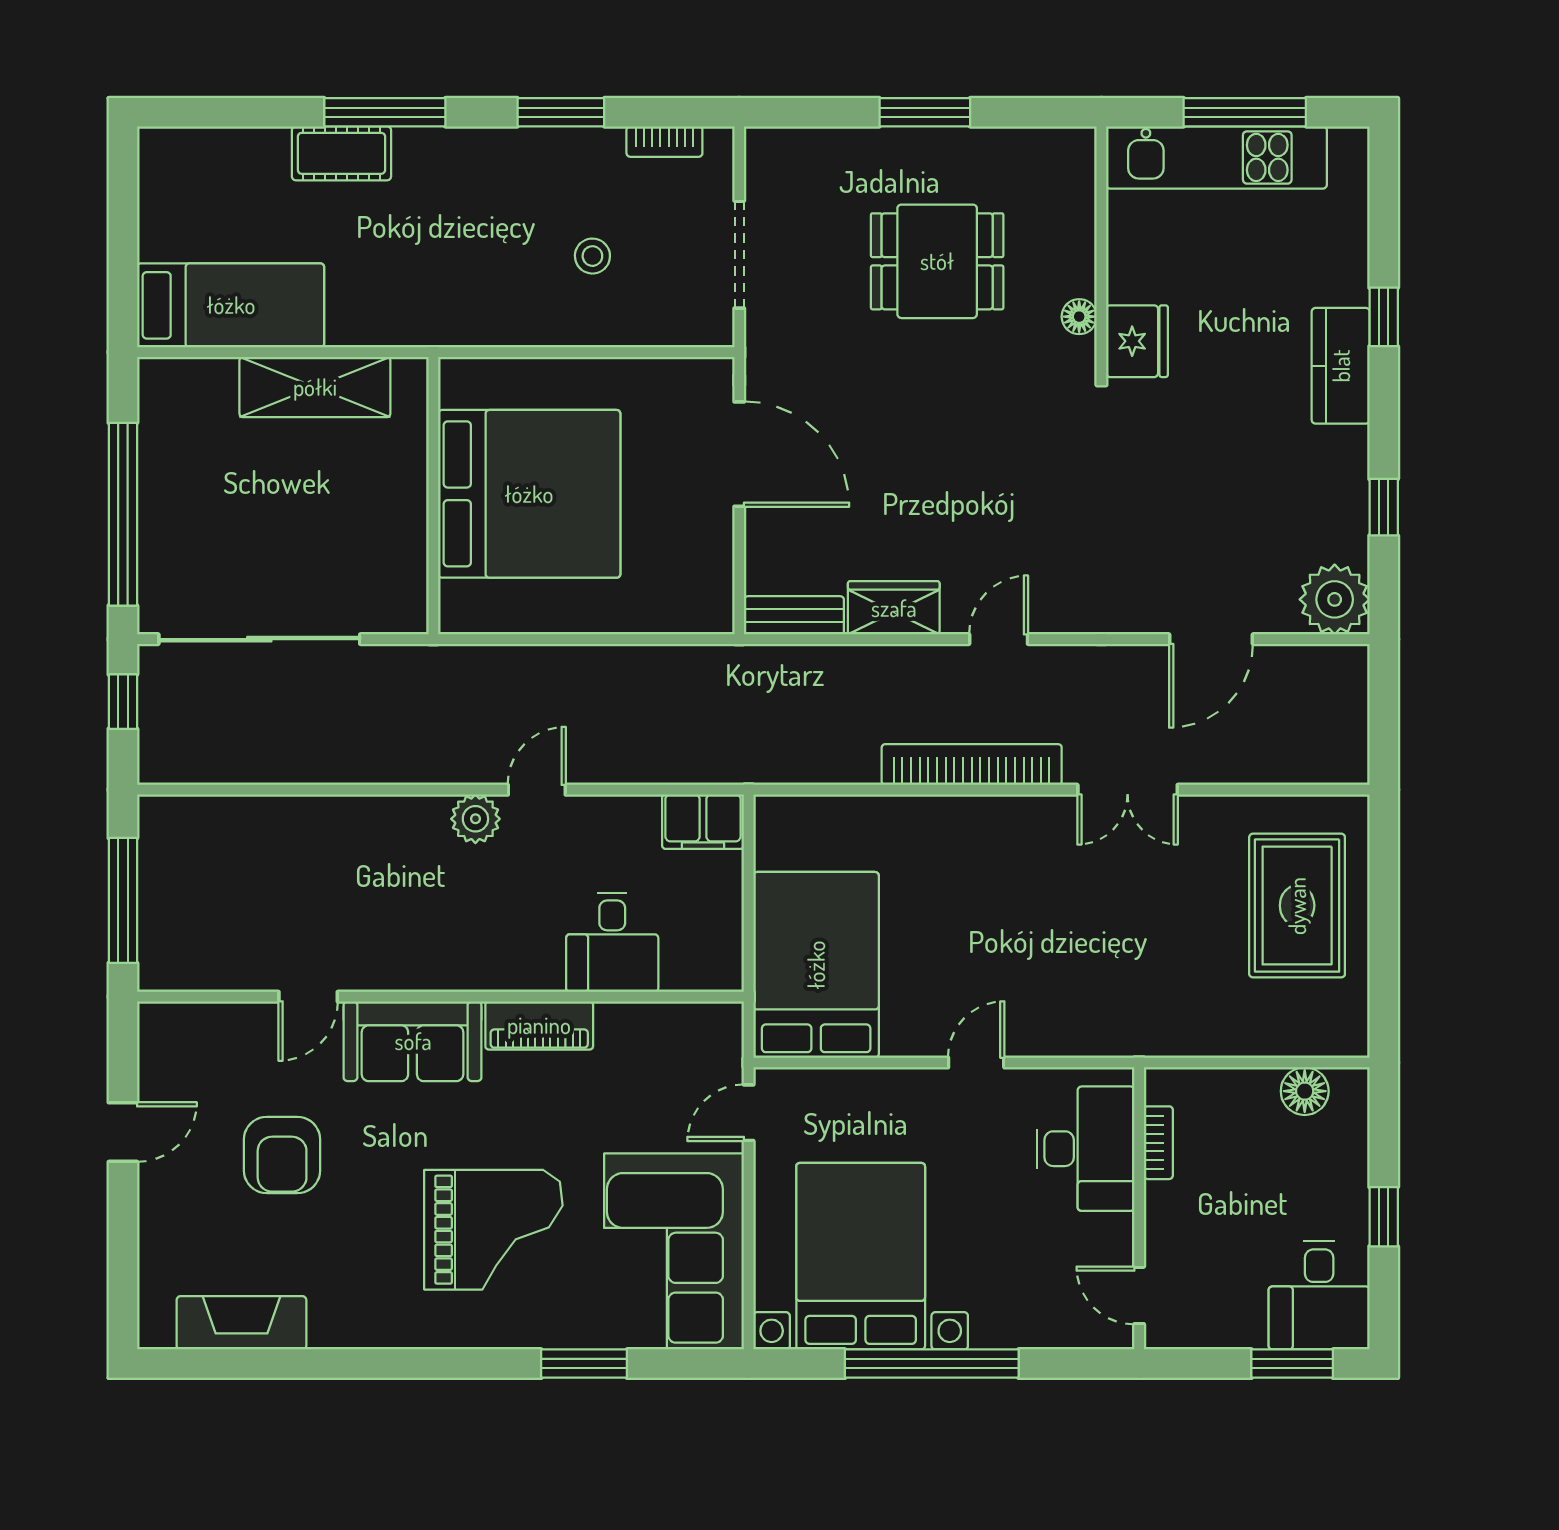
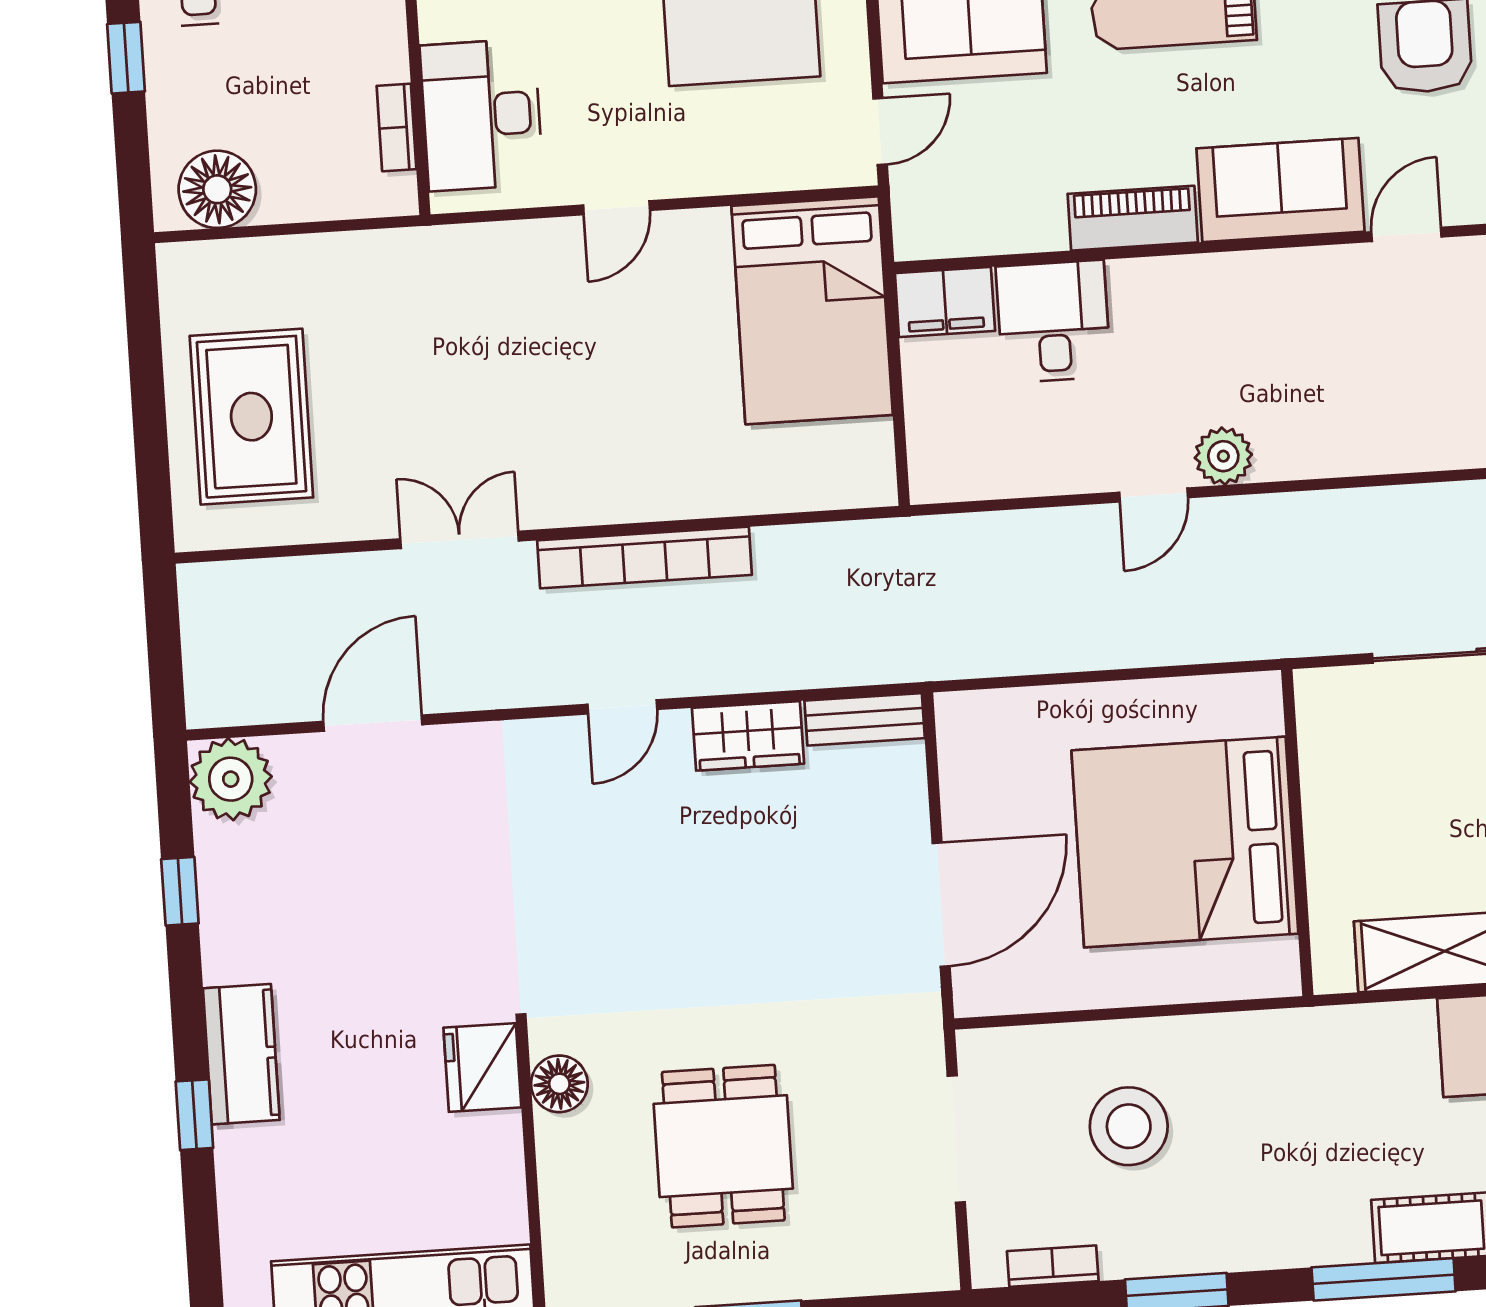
stool: (592, 256) -> (1129, 1126), width x1.89, depth x1.89
dining table: (937, 261) -> (723, 1146), turned 90
floor lamp: (1079, 317) -> (559, 1084), width x1.37, depth x1.37
door: (739, 454) -> (941, 905), swing flipped
filing cabinet: (703, 822) -> (945, 302), moved, turned 180
floor lamp: (1305, 1091) -> (217, 189), width x1.38, depth x1.38

